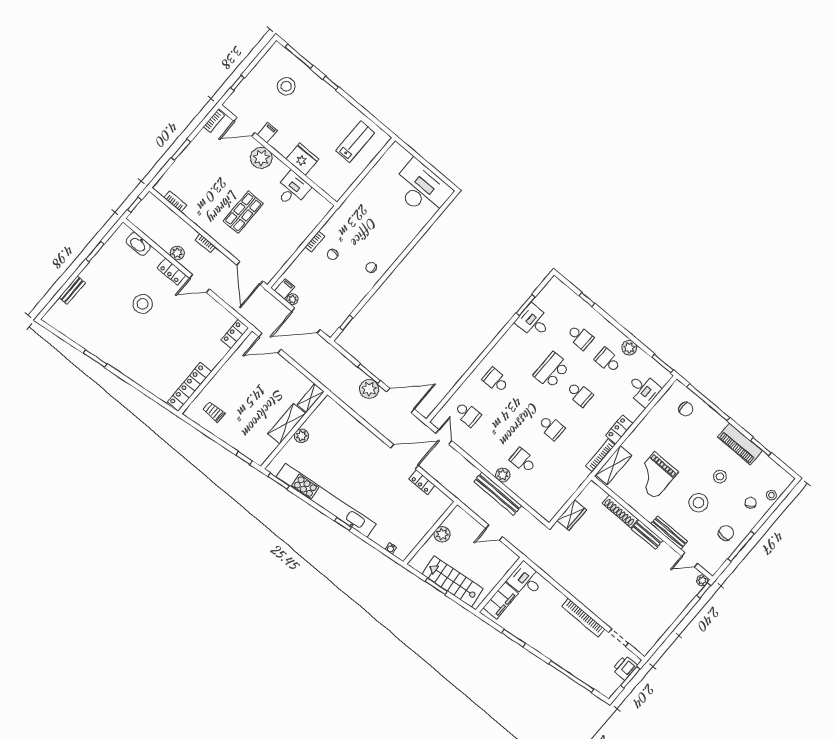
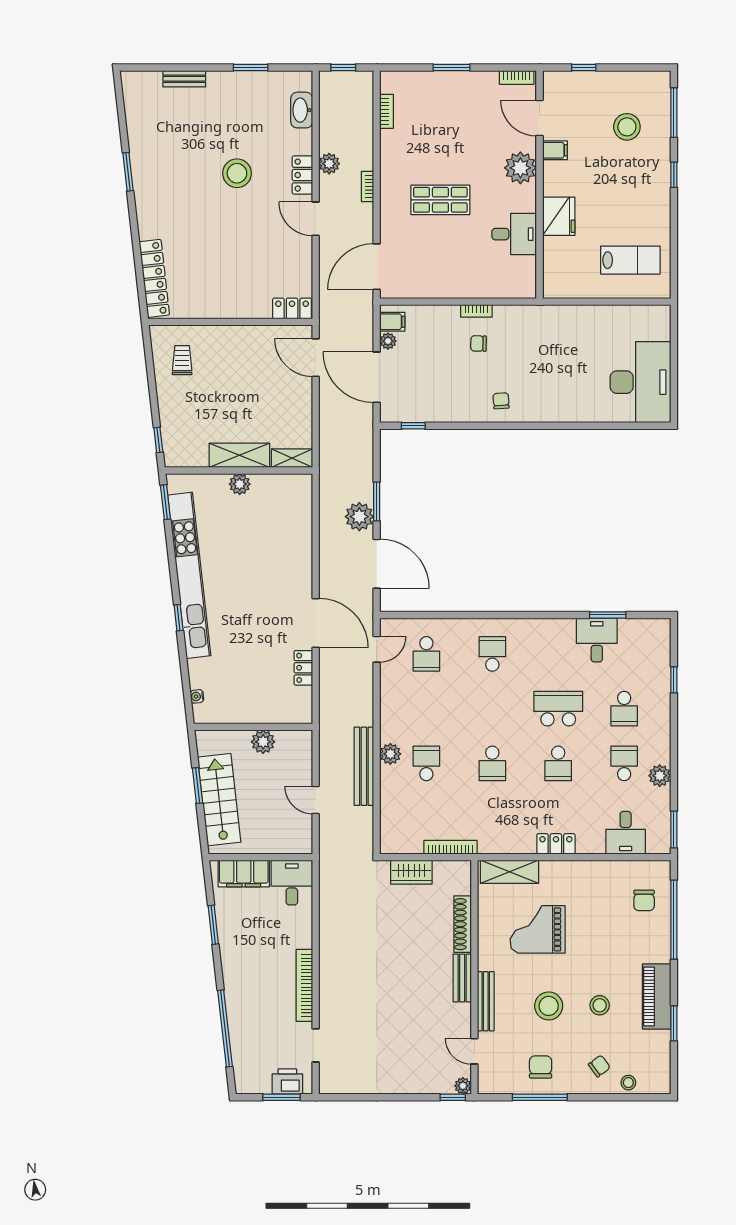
locker: (189, 387) -> (154, 278), moved, turned 84
bookcase: (600, 456) -> (450, 847), moved
chair: (726, 533) -> (541, 1067), turned -90

